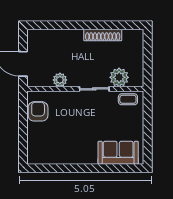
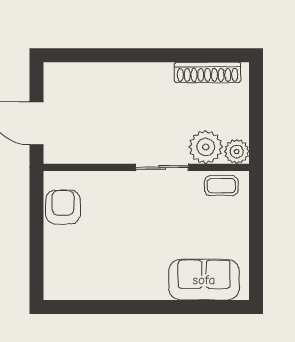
shoe rack: (103, 35) -> (208, 72), moved
plant: (60, 80) -> (237, 152), moved

